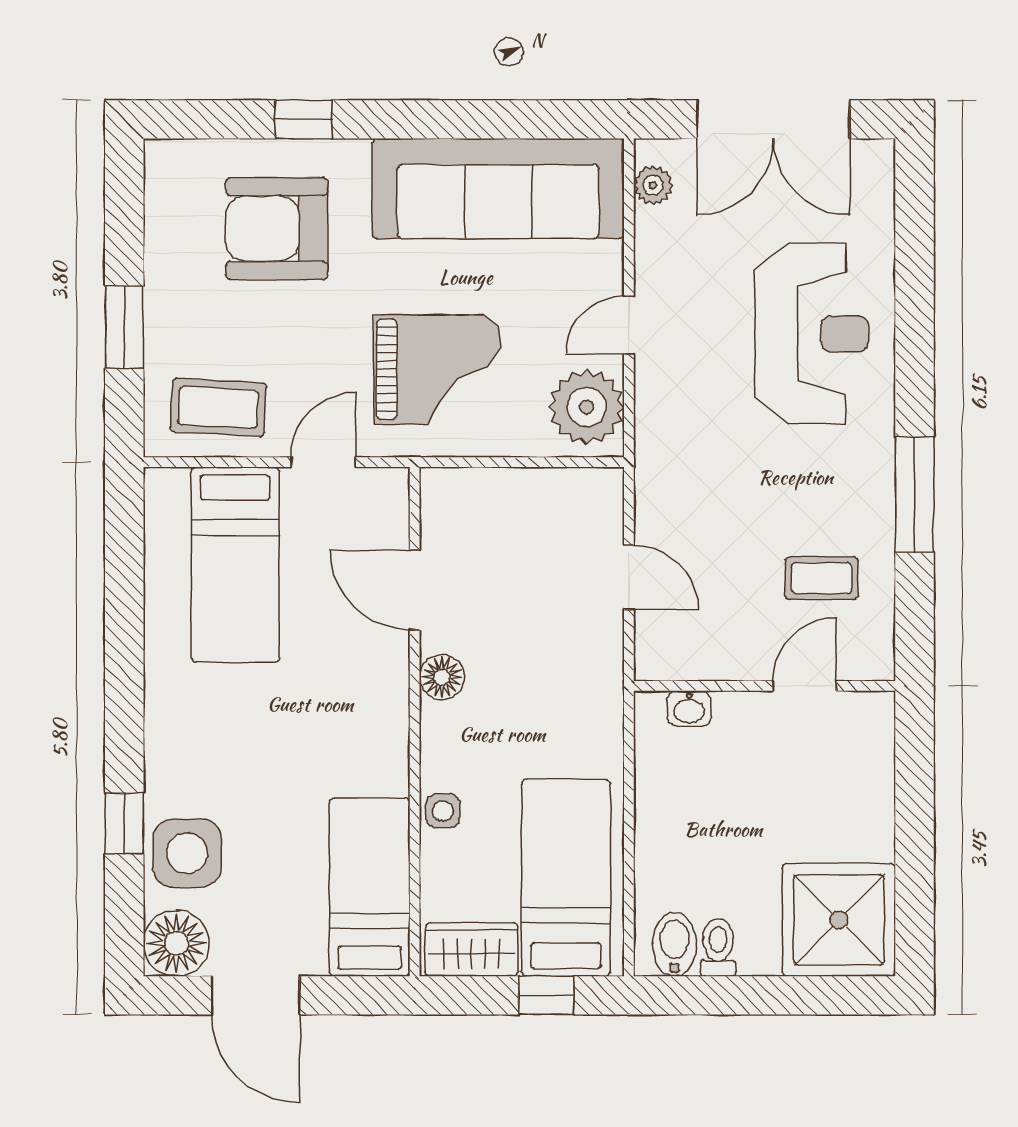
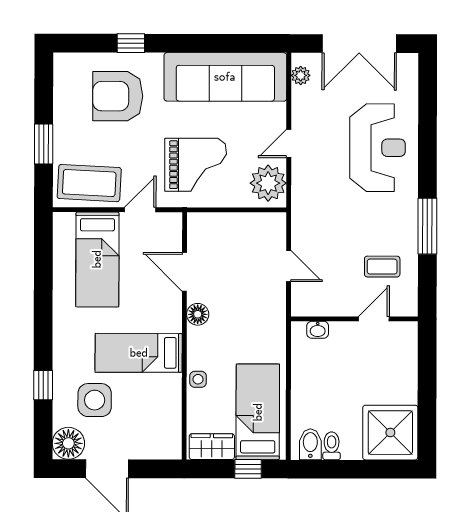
coffee table: (218, 407) -> (89, 183), width x1.36, depth x1.32
side table: (187, 853) -> (95, 400), moved
bed: (370, 887) -> (139, 353), moved, turned -90

